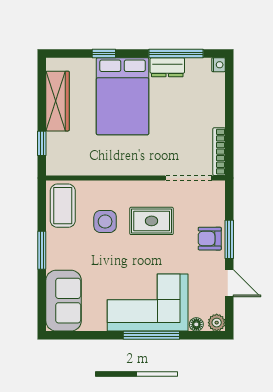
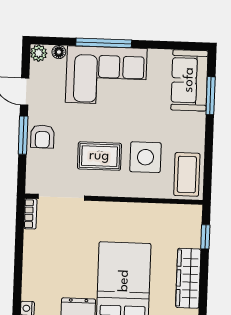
bookcase: (219, 152) -> (30, 214), width x0.64
side table: (105, 222) -> (145, 157), width x1.37, depth x1.37
armchair: (210, 239) -> (42, 136), turned 90
window: (42, 250) -> (211, 96), moved

